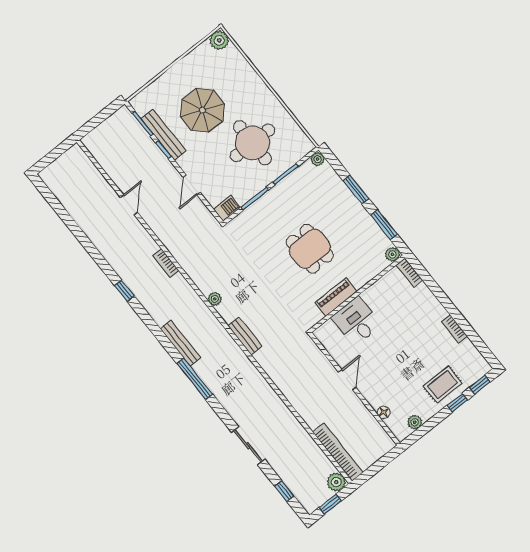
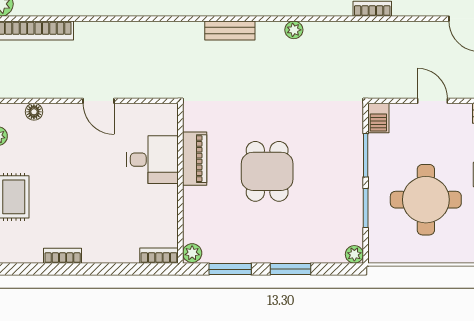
dining table: (310, 249) -> (267, 171), turned 90

